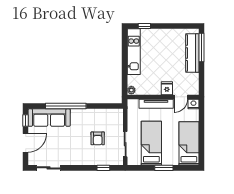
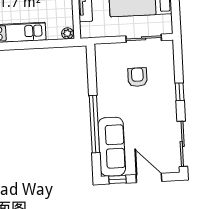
armchair: (98, 138) -> (137, 77), turned -90
sliding door: (49, 168) -> (182, 144), width x1.37
window: (103, 168) -> (180, 92), moved

